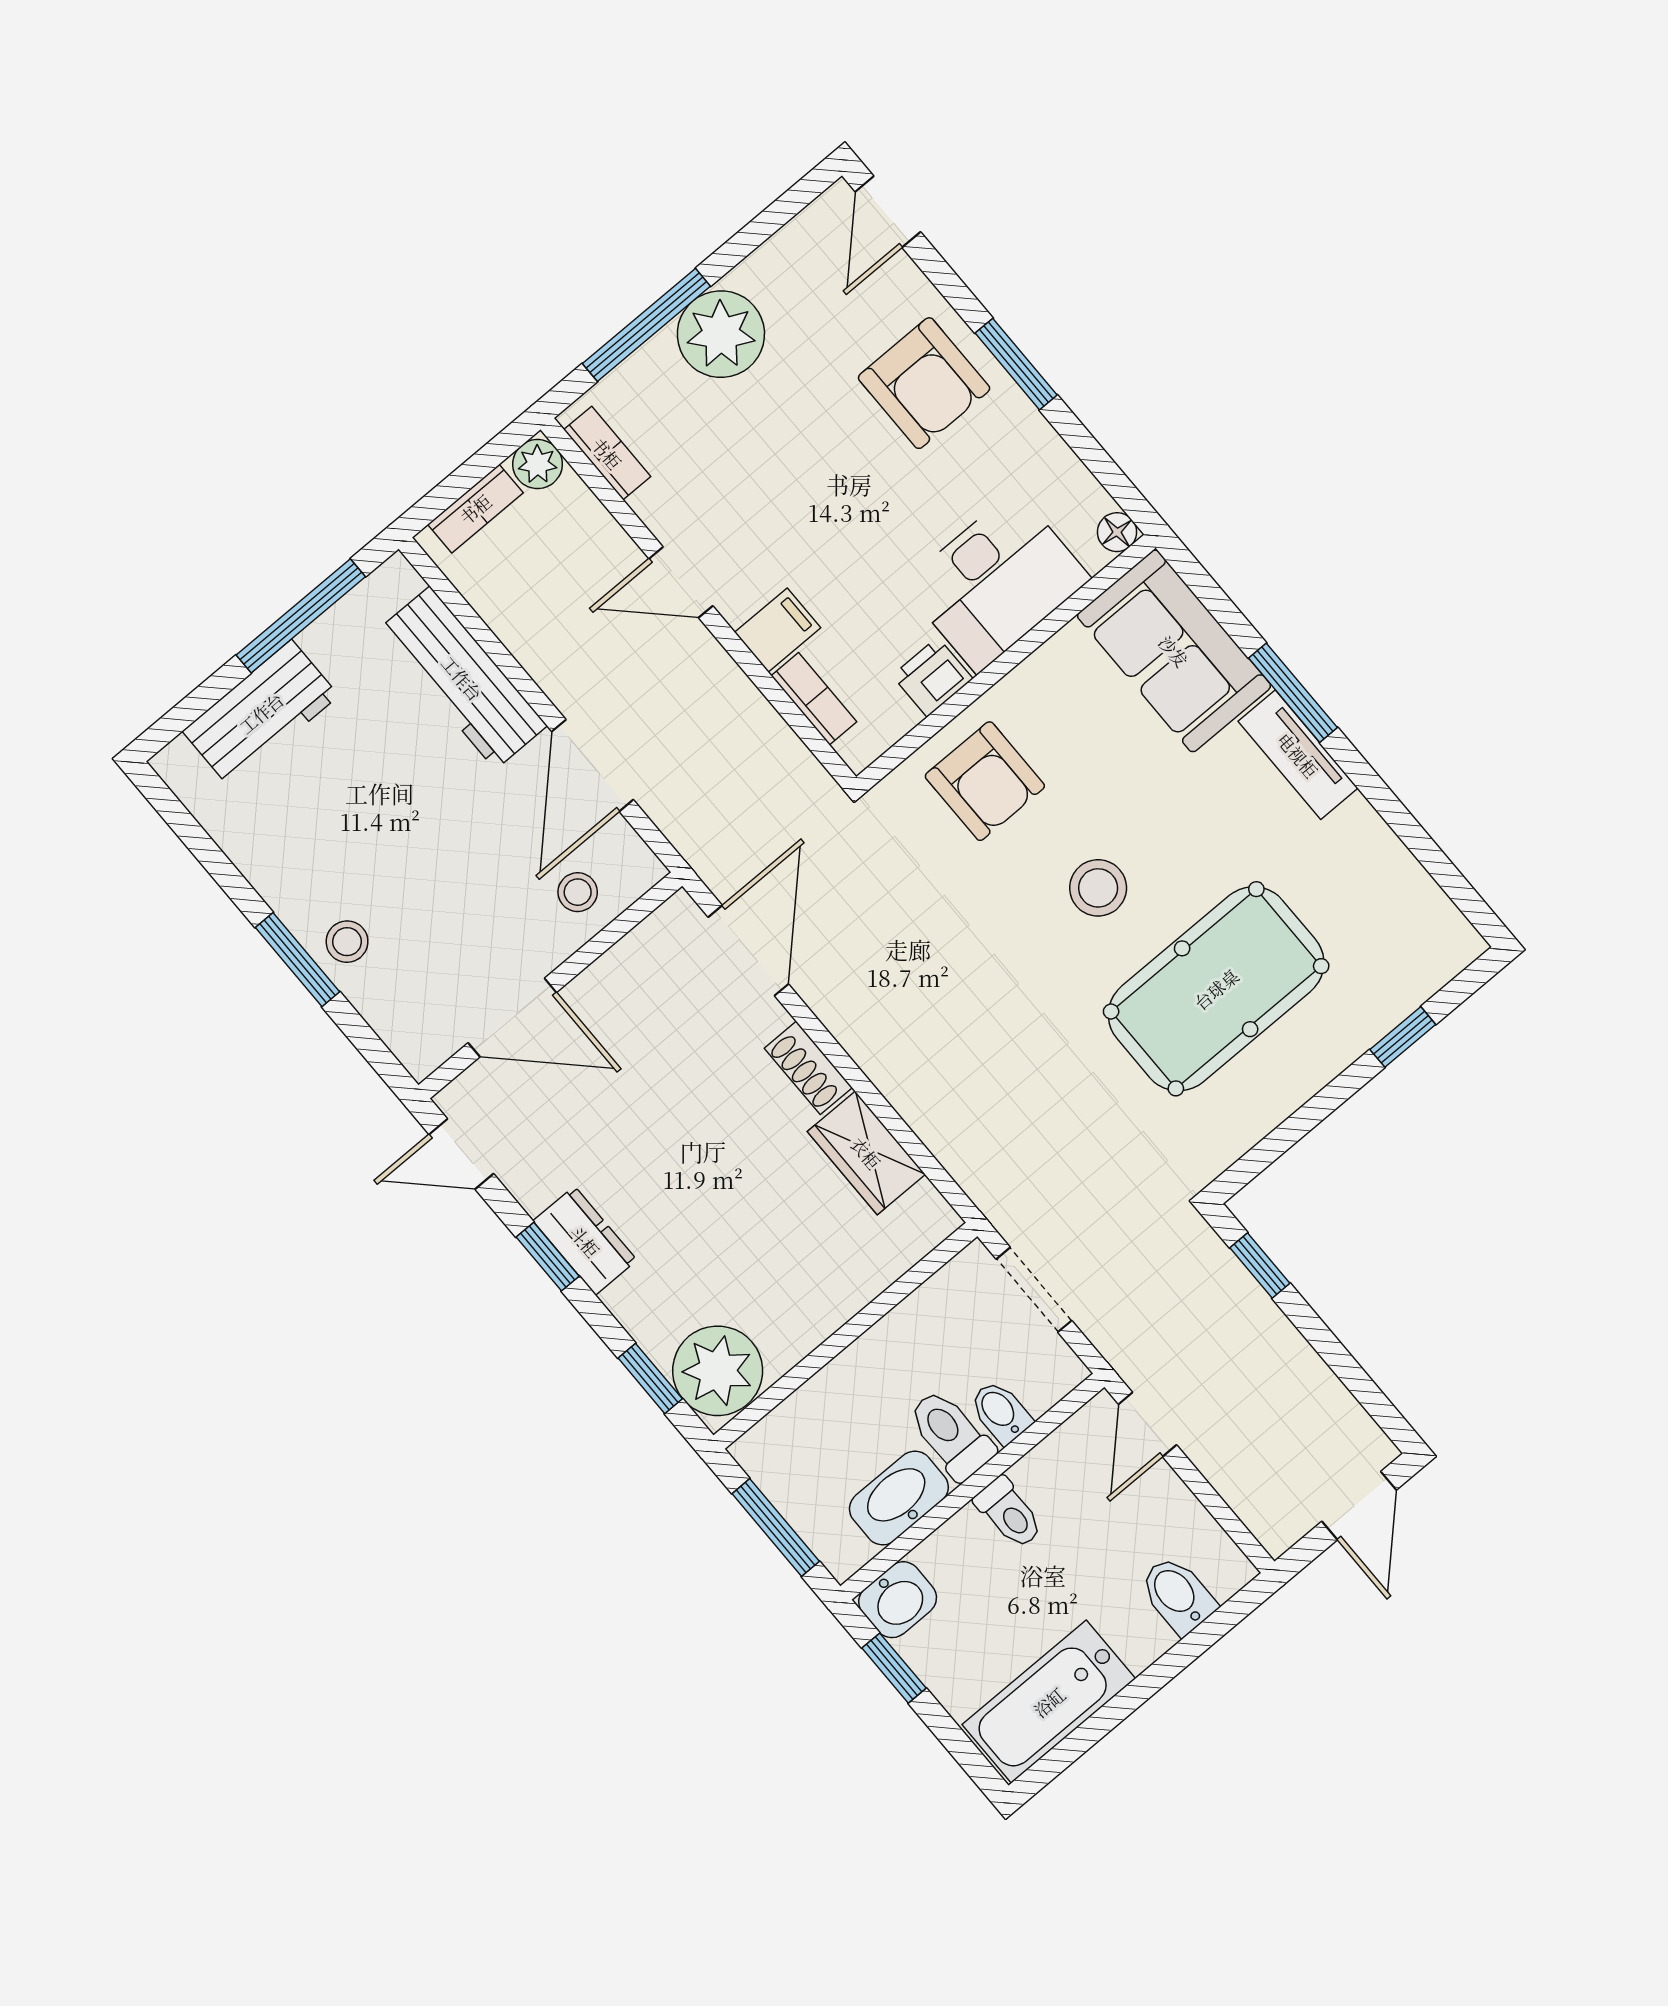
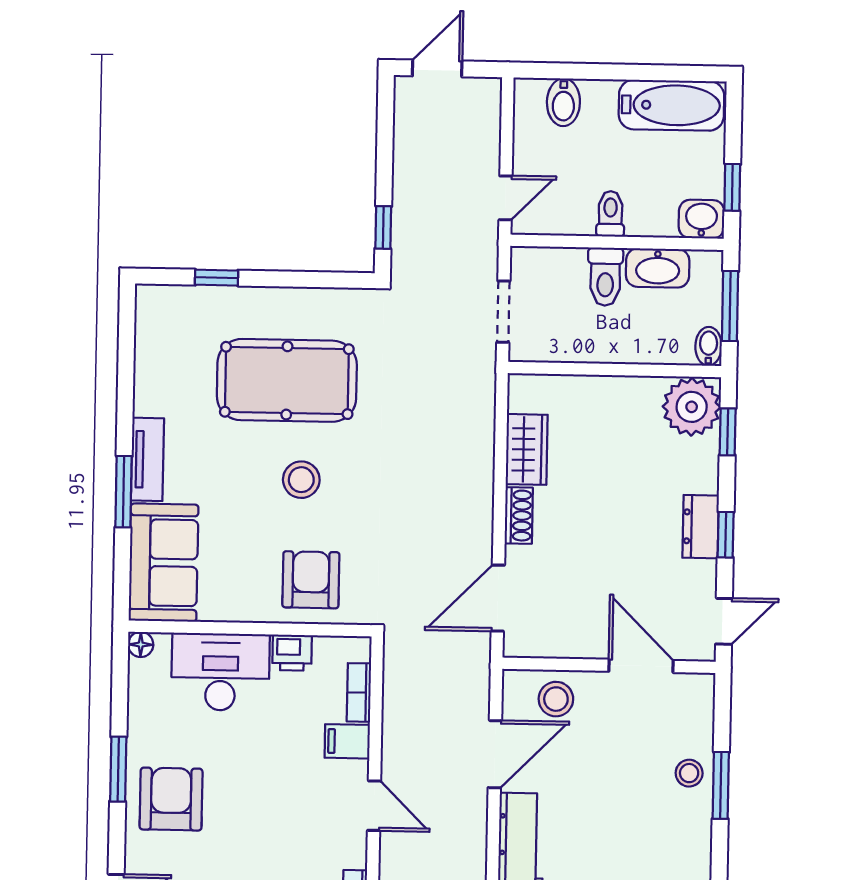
stool: (578, 892) -> (556, 699), width x1.37, depth x1.37
door: (461, 1154) -> (724, 621), hinge flipped
bidet: (1001, 1412) -> (709, 346), moved, turned 180

